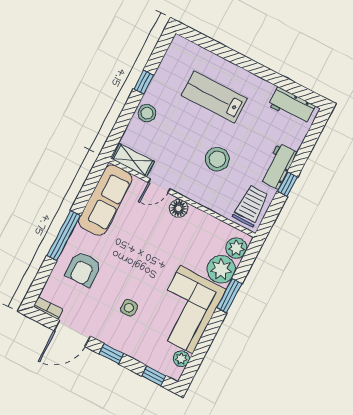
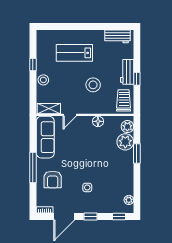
floor lamp: (179, 208) -> (98, 121), moved
corner sofa: (186, 310) -> (118, 173), removed

